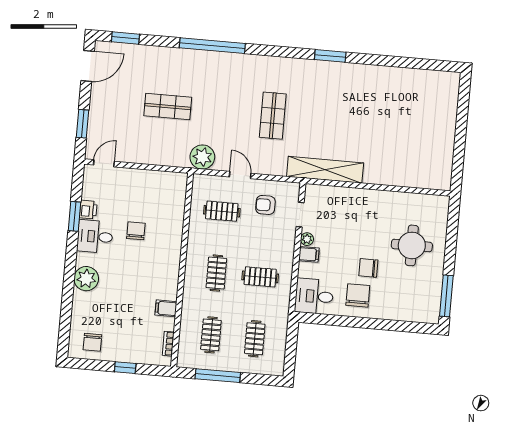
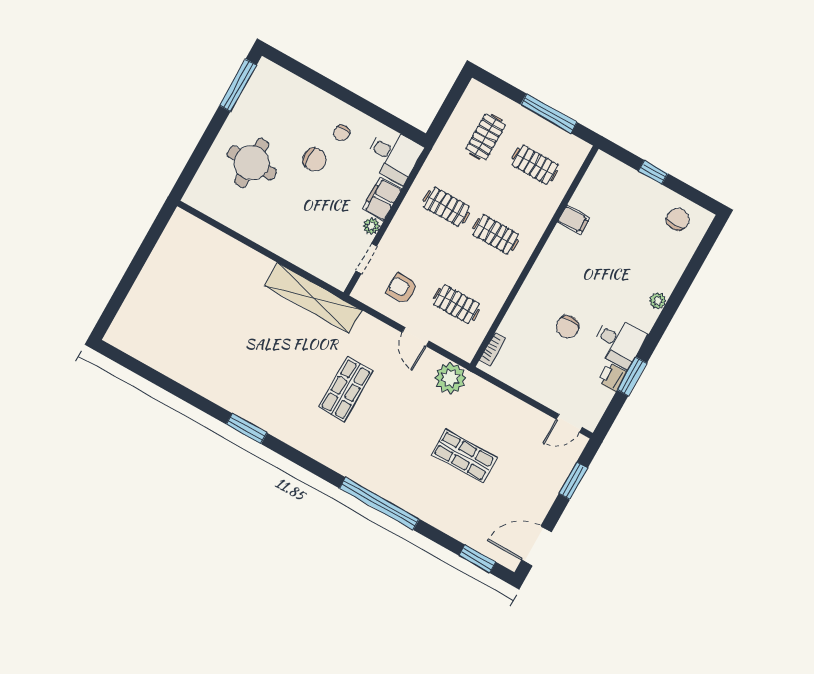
armchair: (265, 205) -> (402, 288), turned 180
filing cabinet: (309, 254) -> (382, 199), width x2.00
clothes rail: (216, 273) -> (496, 234), turned 90
plant: (86, 279) -> (658, 301), width x0.53, depth x0.53
chair: (358, 295) -> (342, 133), width x0.54, depth x0.54
clothes rail: (211, 335) -> (535, 165), turned 90
bookcase: (168, 344) -> (493, 349), moved

